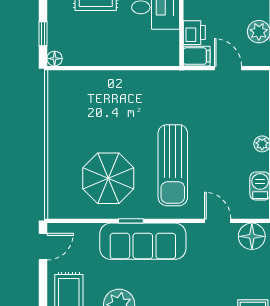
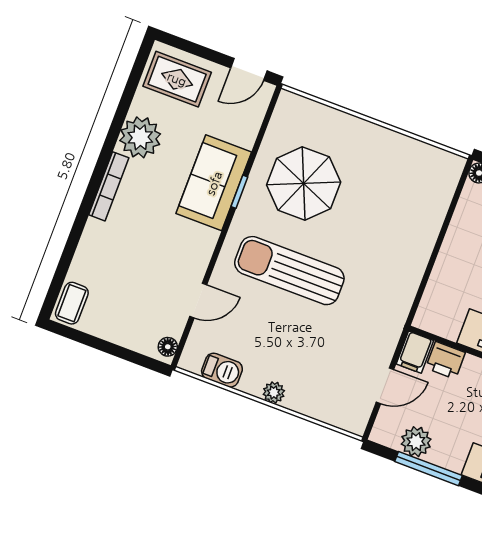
floor lamp: (252, 236) -> (168, 347), width x0.53, depth x0.53
sofa: (143, 241) -> (214, 183), width x0.73
door: (43, 247) -> (249, 69), hinge flipped

